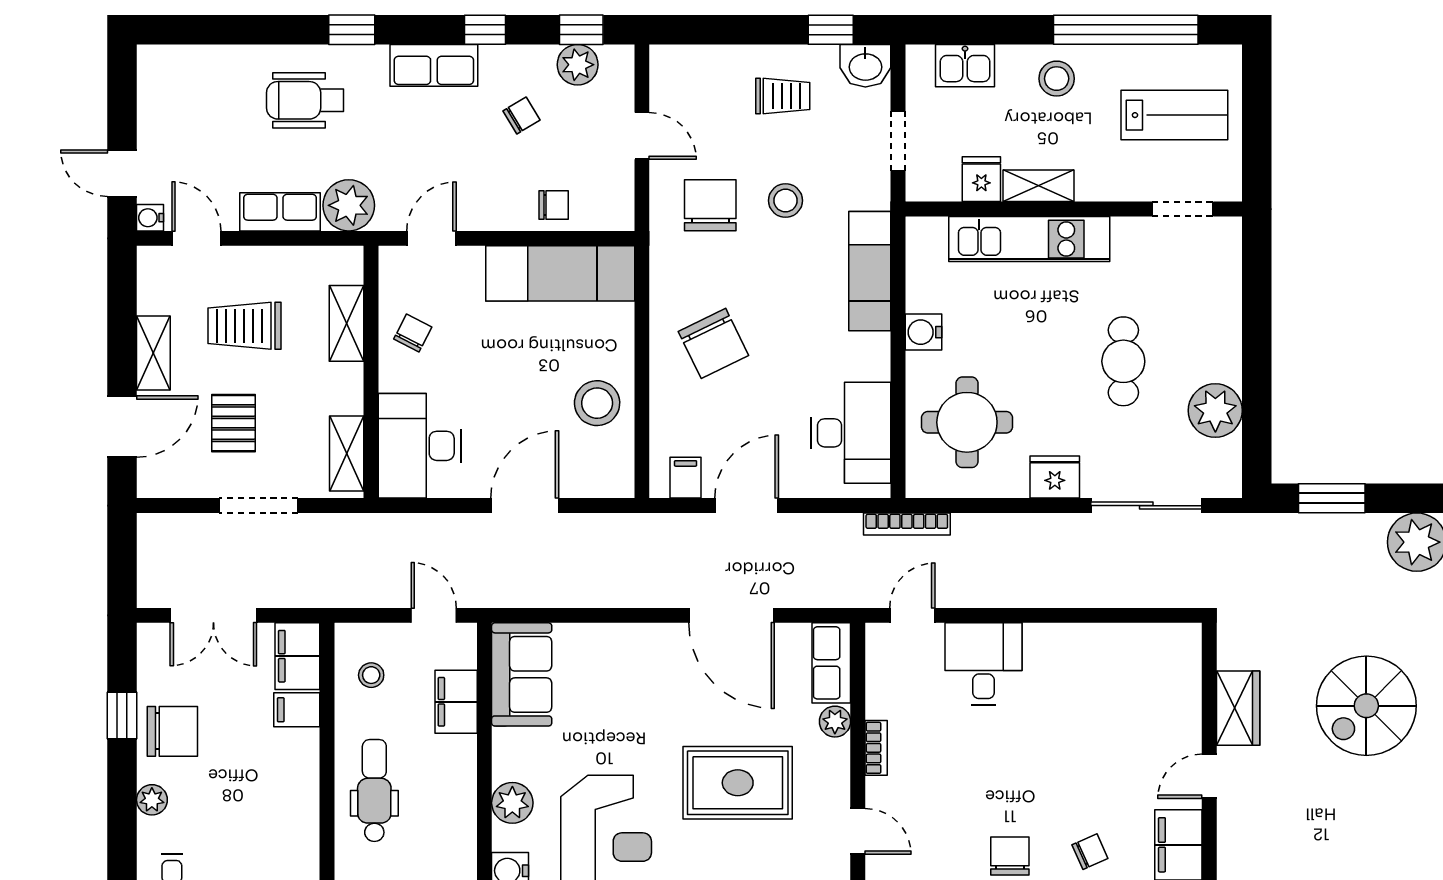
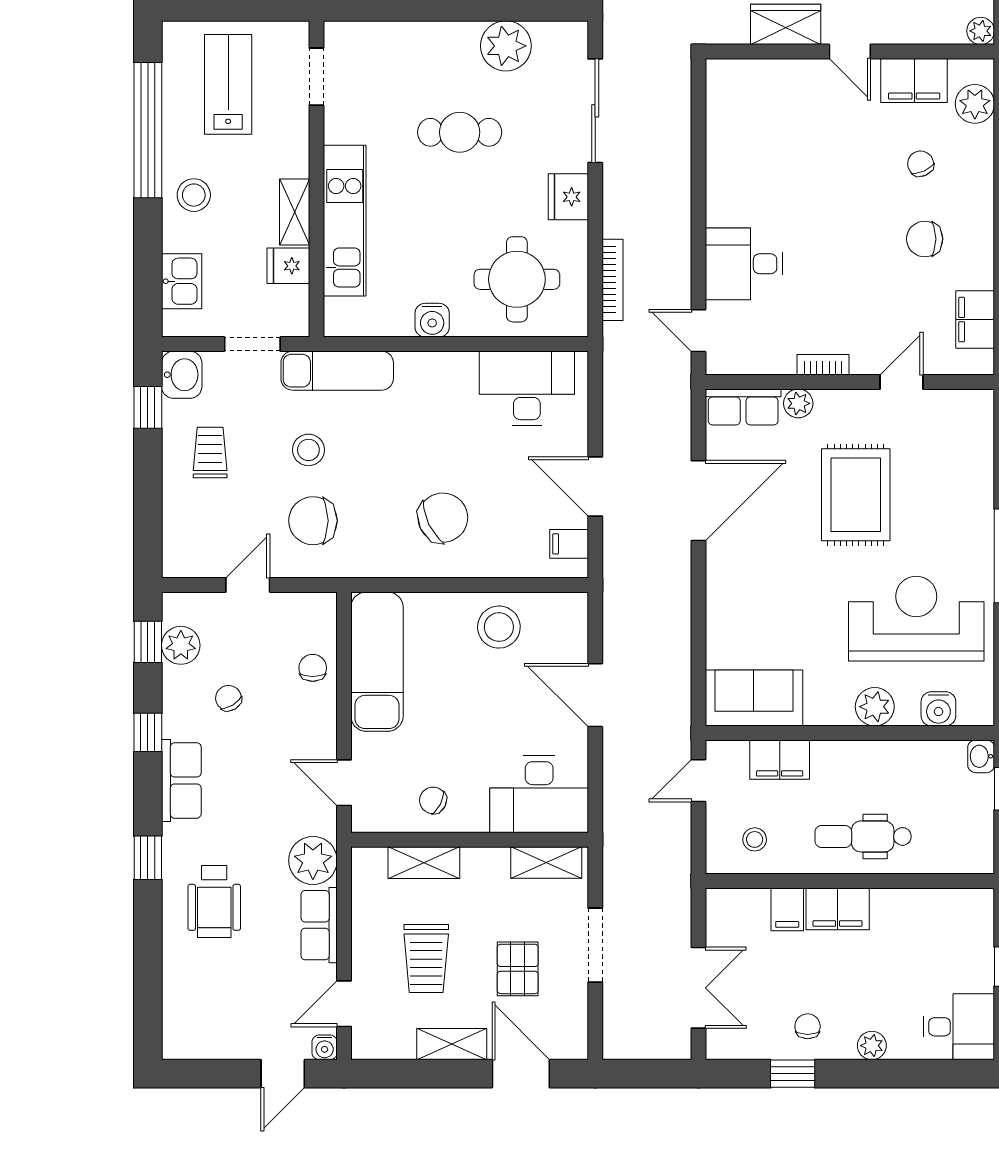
exam couch: (870, 271) -> (337, 371), moved
pallet: (233, 423) -> (518, 969), turned 90
bookcase: (907, 524) -> (613, 280), moved
filing cabinet: (297, 656) -> (838, 909), moved
chair: (172, 731) -> (808, 1026), width x0.54, depth x0.54

